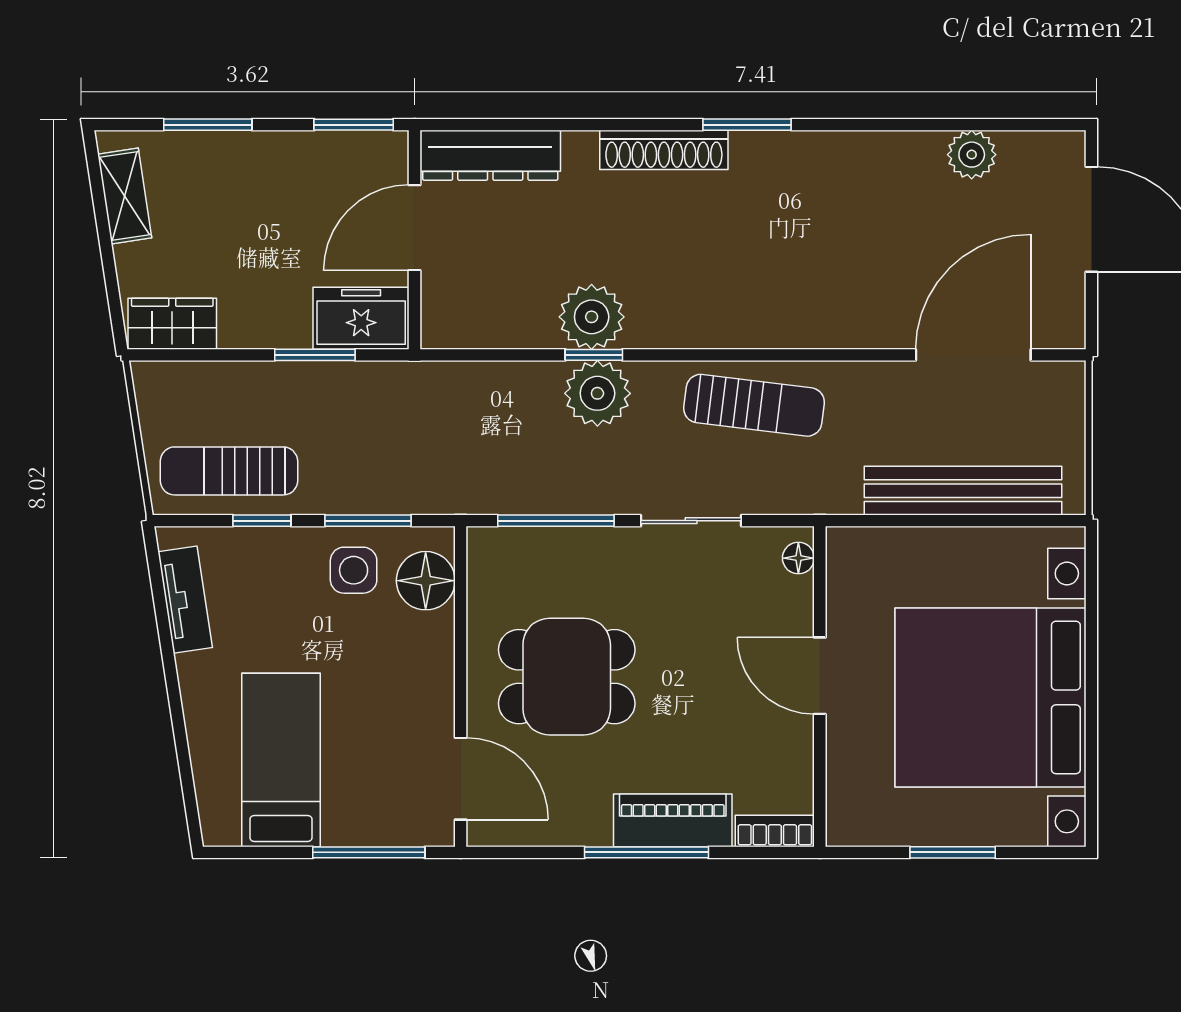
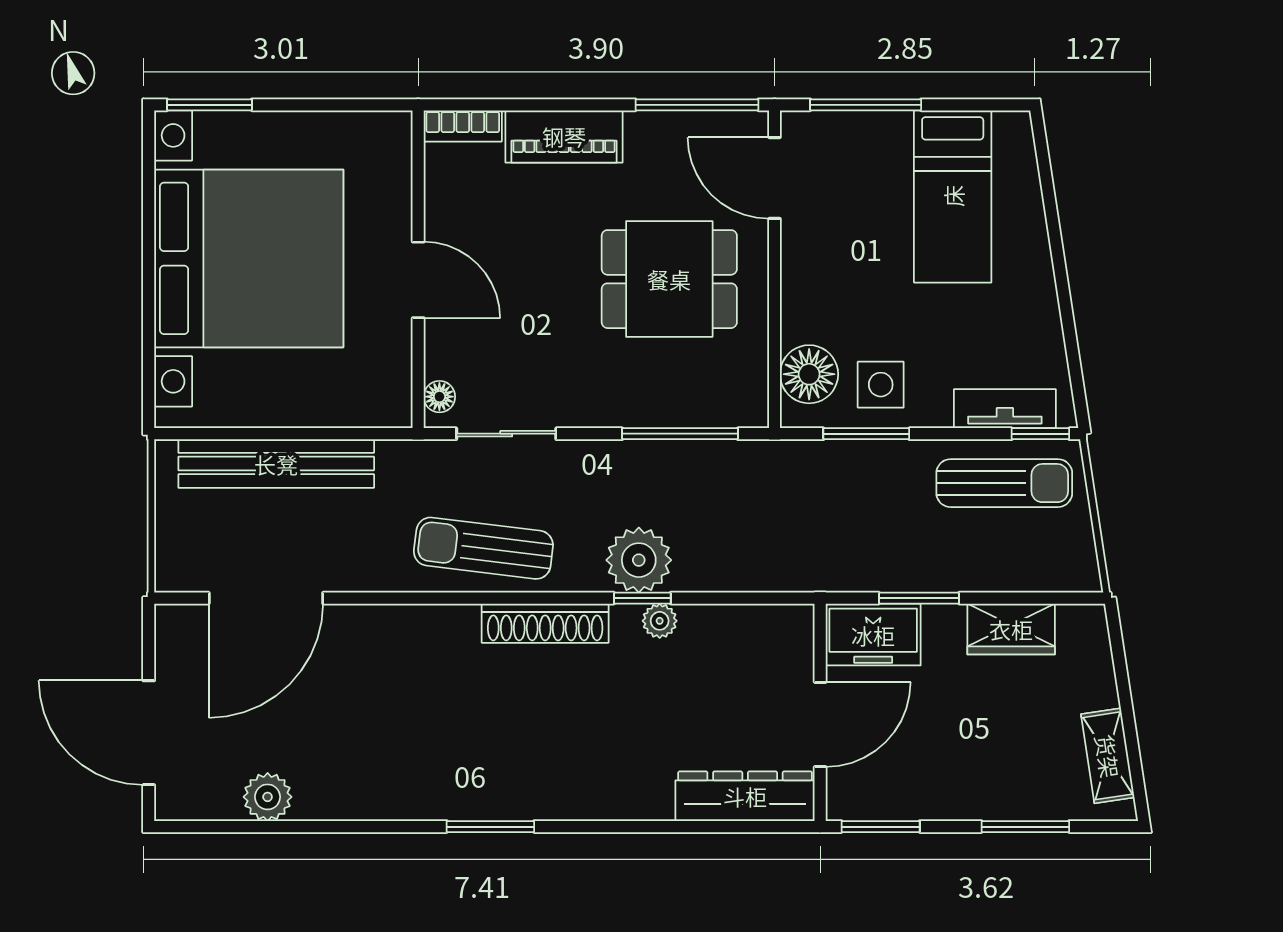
shoe rack: (664, 150) -> (545, 623), moved, turned 180
plant: (592, 317) -> (660, 621), width x0.53, depth x0.53
wardrobe: (172, 324) -> (1011, 629), moved
window: (262, 521) -> (1040, 434), moved
sliding door: (691, 521) -> (506, 434), moved
tv unit: (185, 600) -> (1005, 409), moved, turned 99
window: (647, 852) -> (697, 105), moved
window: (953, 852) -> (209, 105), moved

